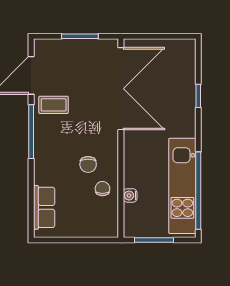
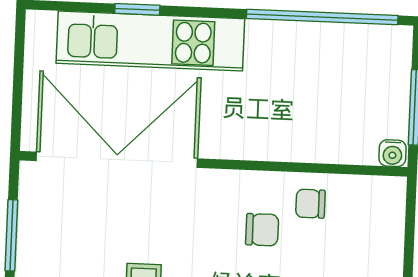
kitchen unit: (182, 186) -> (150, 41), moved
water cooler: (130, 195) -> (393, 153), moved

